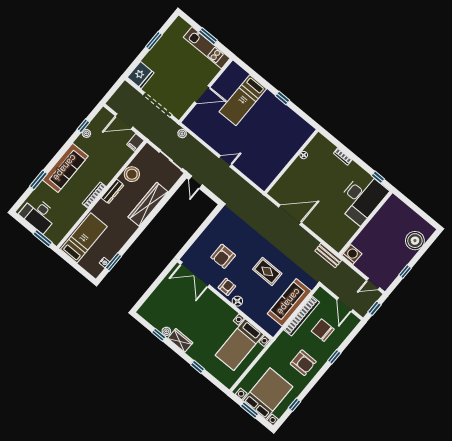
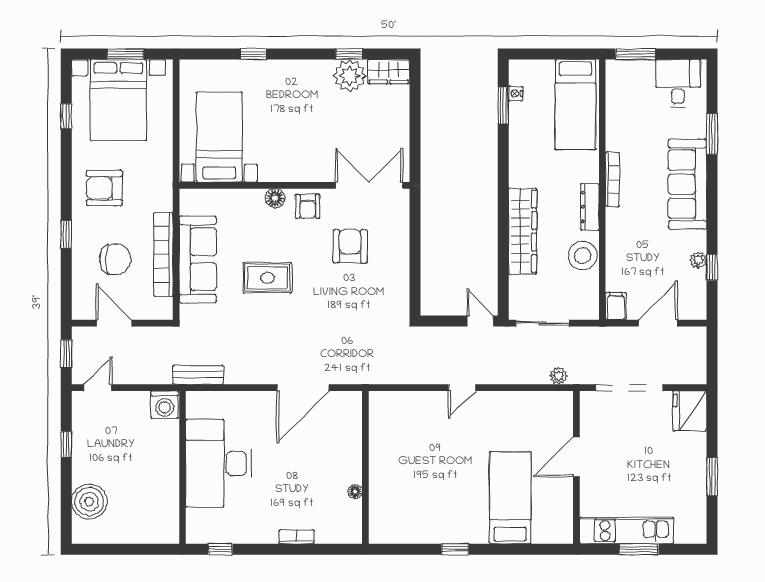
desk: (362, 198) -> (219, 463), moved
desk: (39, 215) -> (678, 83), width x0.73
plant: (166, 331) -> (350, 76), width x1.88, depth x1.88
wardrobe: (180, 340) -> (389, 72), moved

